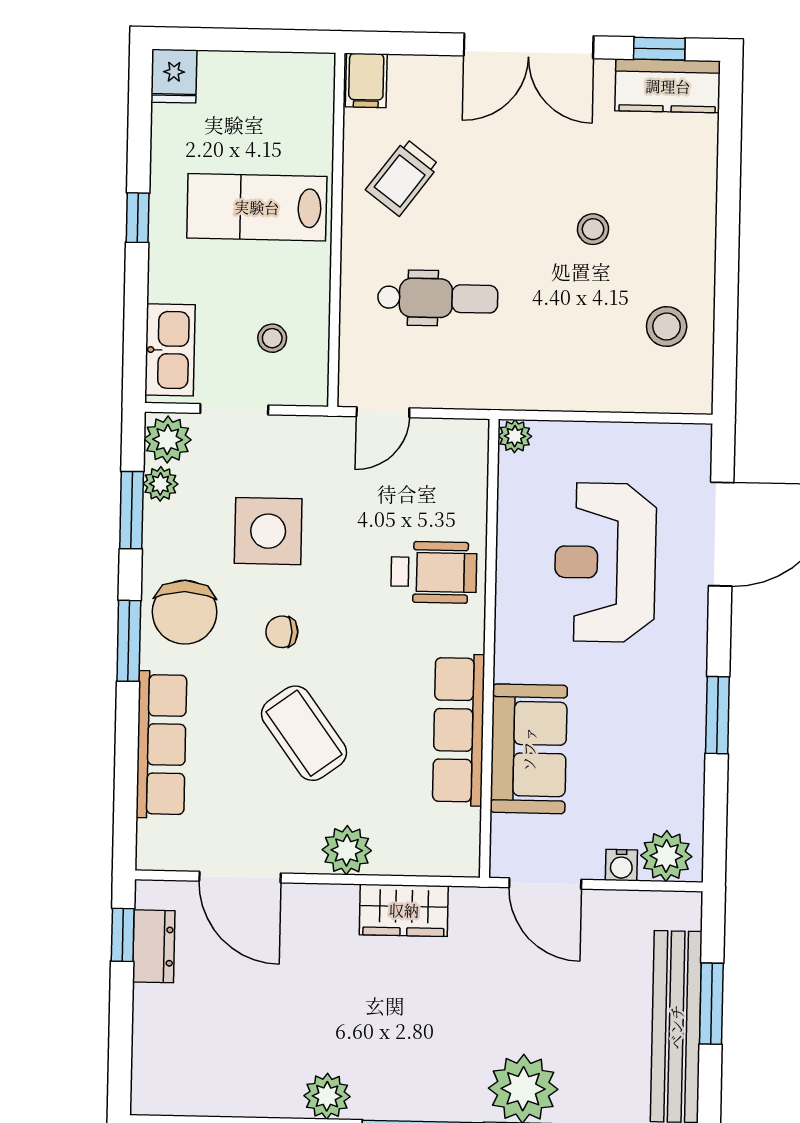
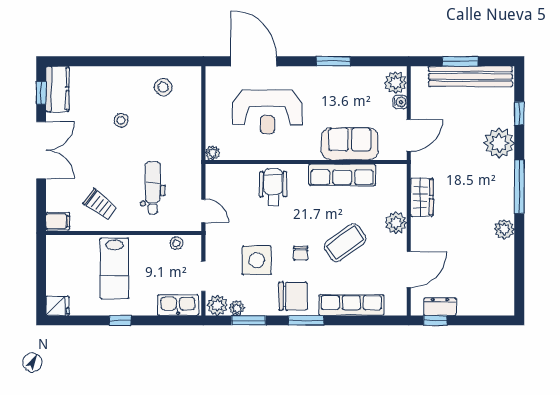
stool: (272, 338) -> (176, 243), moved

